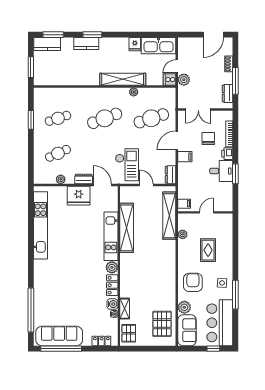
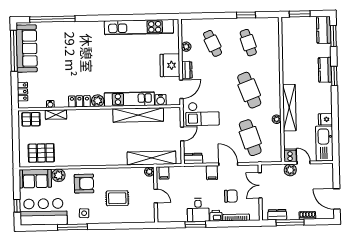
plant: (183, 234) -> (149, 172), moved
water cooler: (112, 304) -> (161, 100), moved

